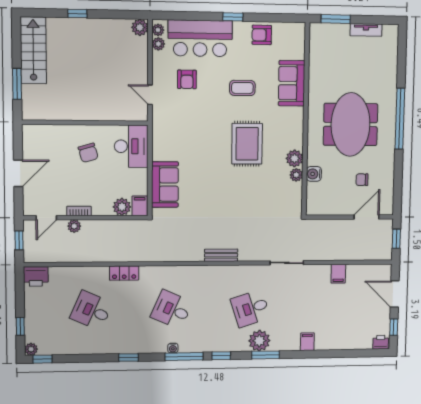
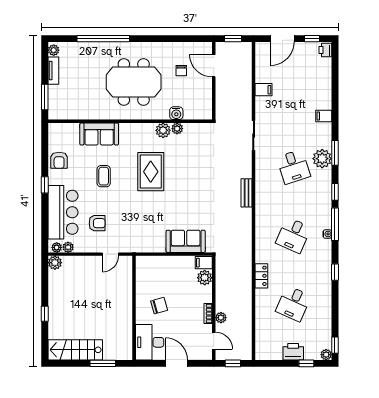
plant: (389, 31) -> (54, 50), added
window: (400, 119) -> (103, 39), moved
rug: (247, 144) -> (151, 172), turned 90
desk: (131, 146) -> (150, 342), moved, turned -90
printer: (36, 276) -> (293, 352), moved, turned -90

